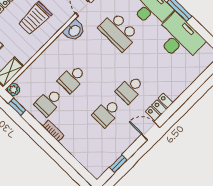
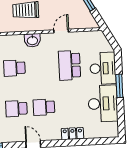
washbasin: (74, 31) -> (32, 40), moved
locker: (159, 107) -> (72, 134), moved

